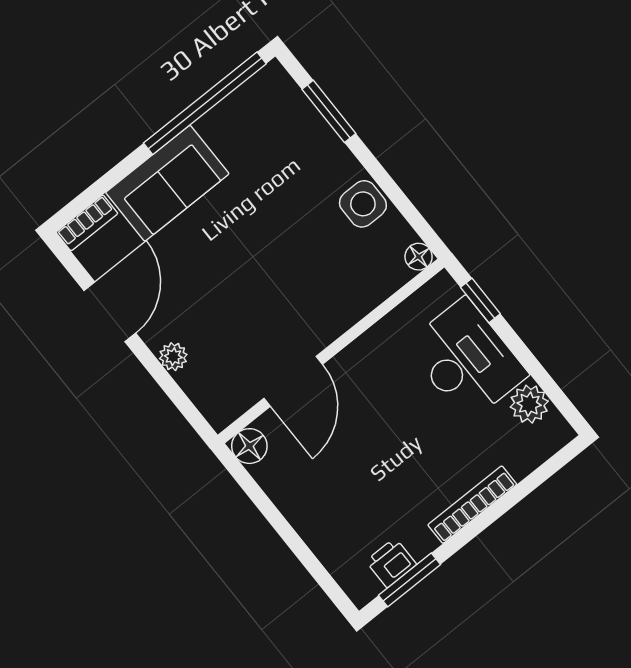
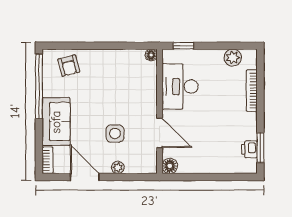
window: (329, 111) -> (76, 46), removed
armchair: (284, 126) -> (69, 66), added
side table: (363, 204) -> (115, 133), moved
desk: (466, 360) -> (180, 86), moved, turned -90
bookcase: (472, 505) -> (252, 91), moved

